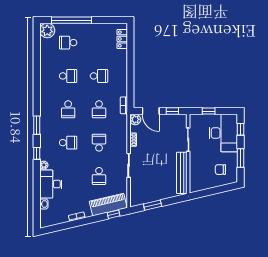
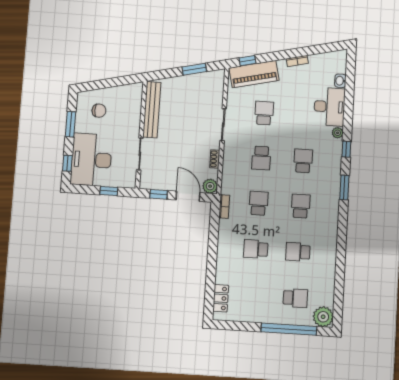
school desk: (68, 143) -> (303, 161), turned 90

